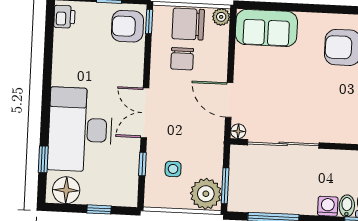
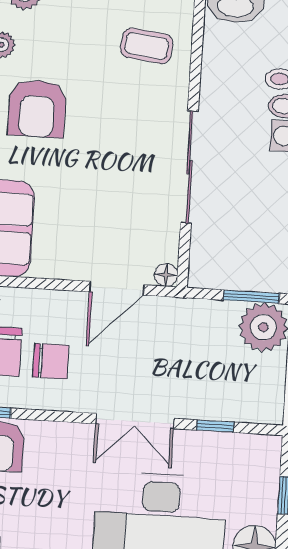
sliding door: (283, 144) -> (189, 167), moved
side table: (173, 169) -> (224, 378), removed

